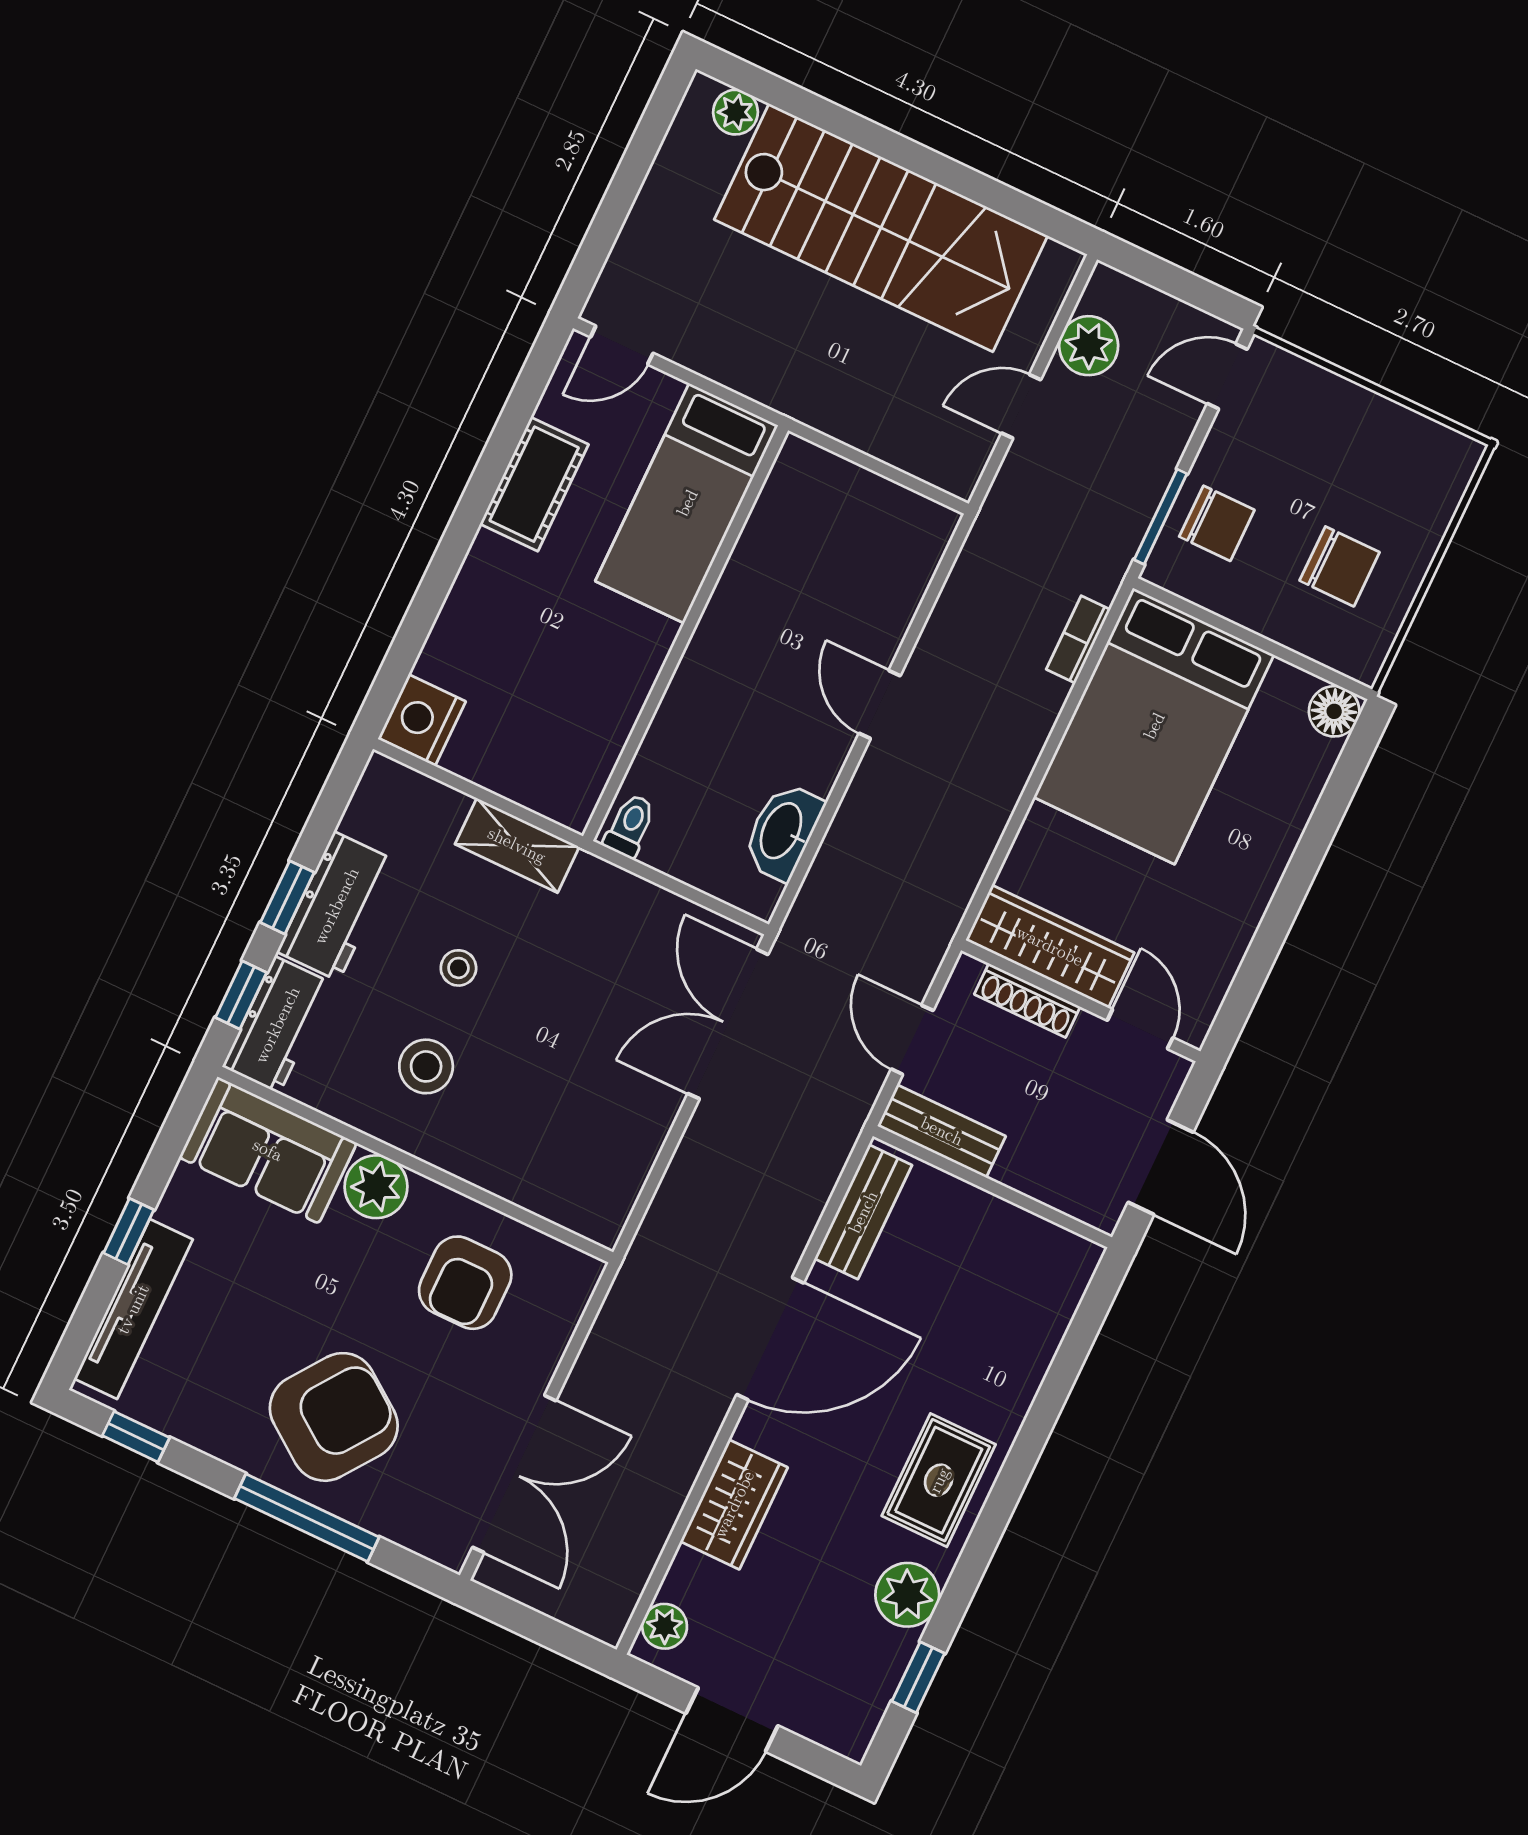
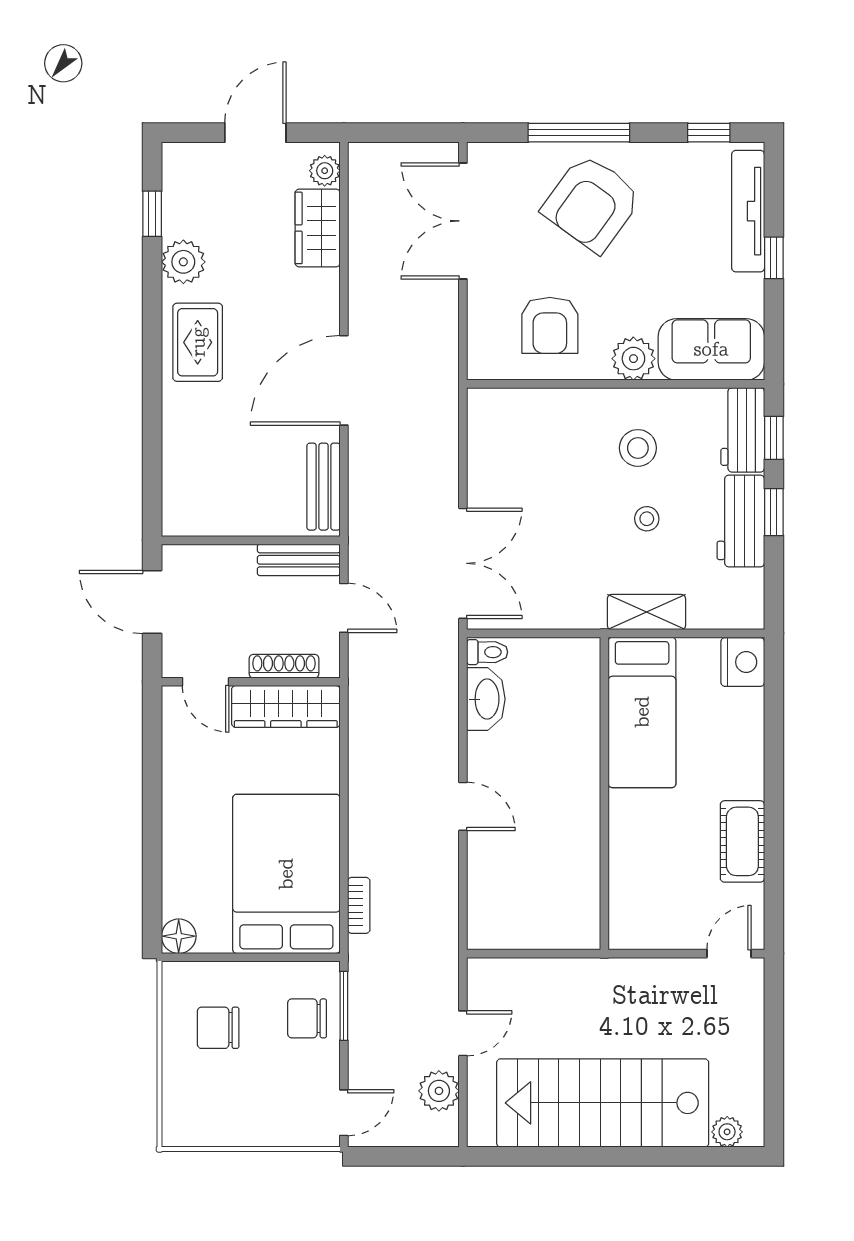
bed: (687, 503) -> (642, 712), moved, turned 180
toilet: (630, 826) -> (487, 652), moved, turned -90
armchair: (465, 1283) -> (550, 325), turned 180
wardrobe: (734, 1504) -> (318, 228), moved

